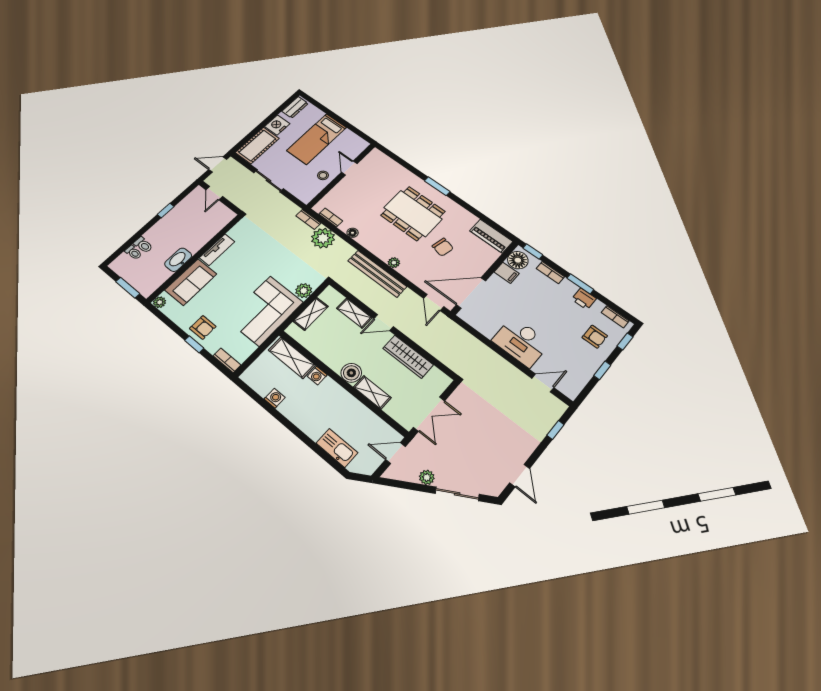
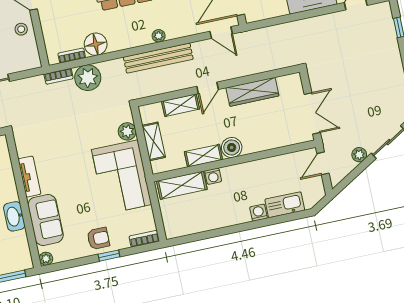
floor lamp: (353, 233) -> (96, 44), width x1.89, depth x1.89
shelving: (372, 392) -> (203, 156), moved
washing machine: (275, 398) -> (259, 213), moved

